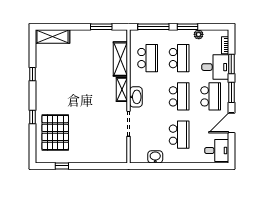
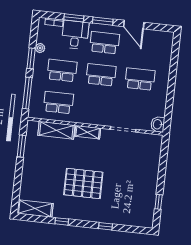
shelving: (52, 37) -> (35, 208), moved, turned 90
washbasin: (136, 97) -> (97, 119), removed
pallet: (55, 132) -> (83, 183), moved
desk: (217, 151) -> (160, 43), removed
washbasin: (155, 157) -> (158, 124), moved

